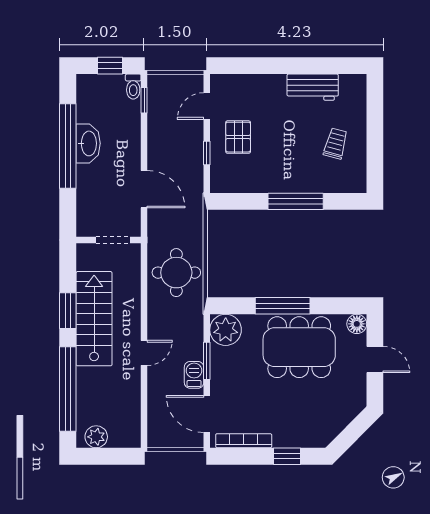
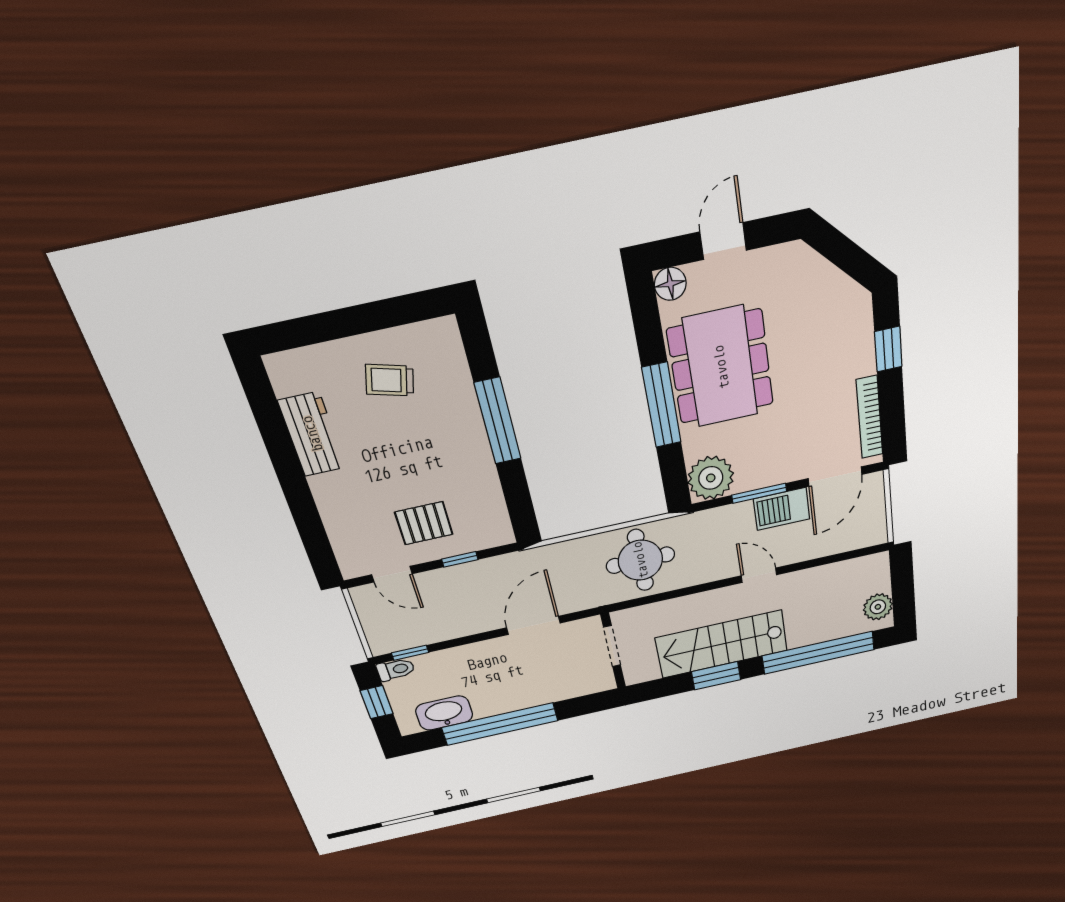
washbasin: (88, 143) -> (444, 713), moved
barbecue: (194, 375) -> (782, 509), width x1.38, depth x1.27

